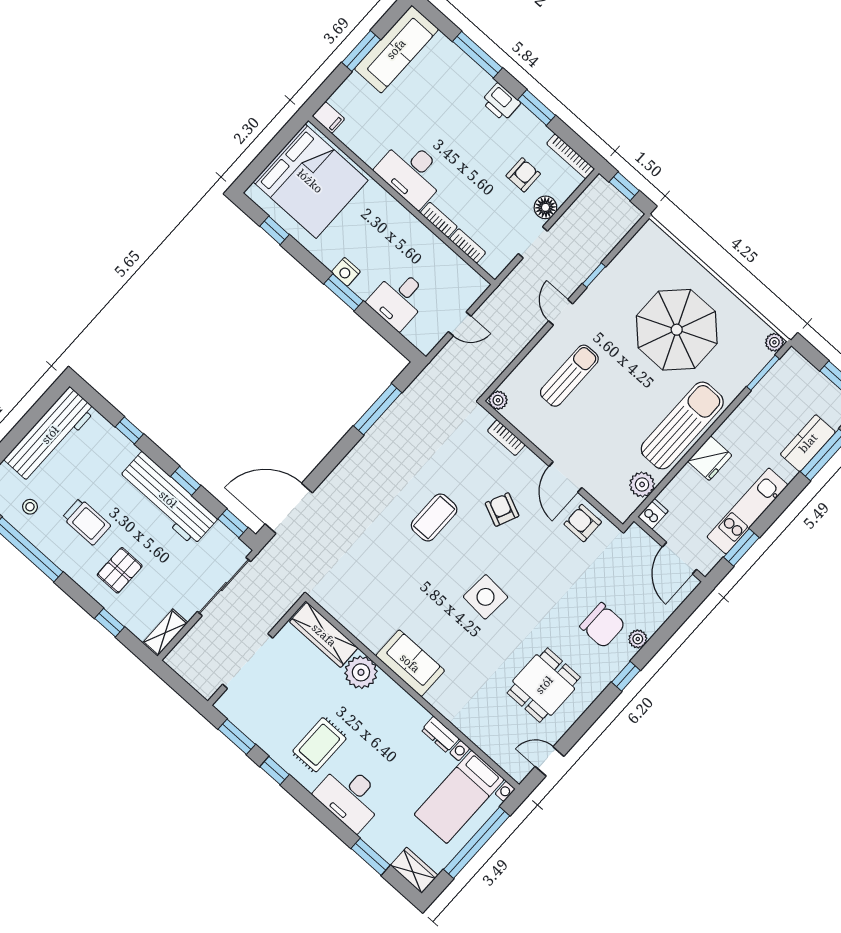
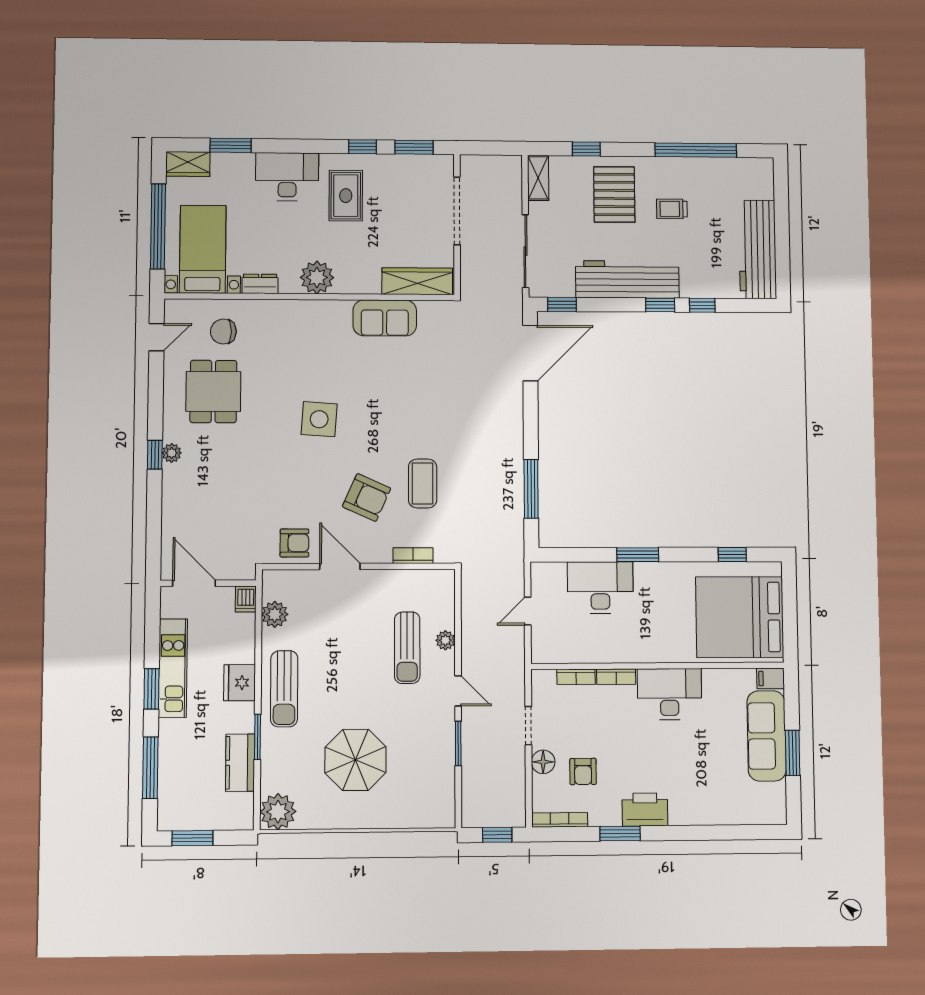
sofa: (396, 49) -> (767, 736), moved
window: (478, 55) -> (702, 833), removed
printer: (501, 102) -> (645, 810), width x1.37, depth x1.19
nightstand: (346, 272) -> (650, 572), removed
window: (594, 275) -> (458, 743), width x1.50
desk: (399, 299) -> (600, 588), width x1.37
parasol: (677, 330) -> (355, 760), width x0.73, depth x0.73
plant: (774, 342) -> (278, 812), width x1.87, depth x1.87
window: (763, 373) -> (258, 737), moved
plant: (498, 400) -> (445, 640), moved
sun lounger: (682, 425) -> (284, 689), width x0.73, depth x0.75
kitchen counter: (808, 443) -> (240, 763), moved, turned 180
window: (186, 481) -> (660, 305), moved
stool: (30, 507) -> (723, 183), removed
armchair: (502, 509) -> (367, 497), width x1.38, depth x1.38
coffee table: (434, 517) -> (423, 483), moved
trolley: (86, 522) -> (672, 209), width x0.73, depth x0.72
window: (741, 547) -> (151, 689), moved
pallet: (120, 570) -> (614, 194), width x1.50, depth x1.42
chair: (603, 625) -> (223, 332), moved, width x0.73, depth x0.73
plant: (638, 639) -> (172, 453), moved
sofa: (410, 663) -> (385, 318), moved
plant: (361, 672) -> (317, 277), moved

